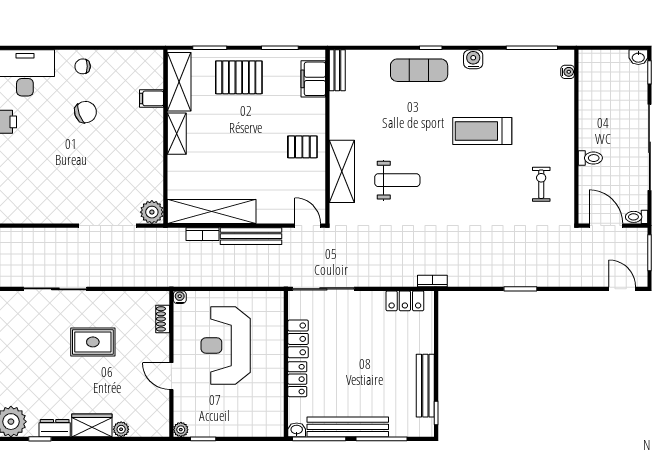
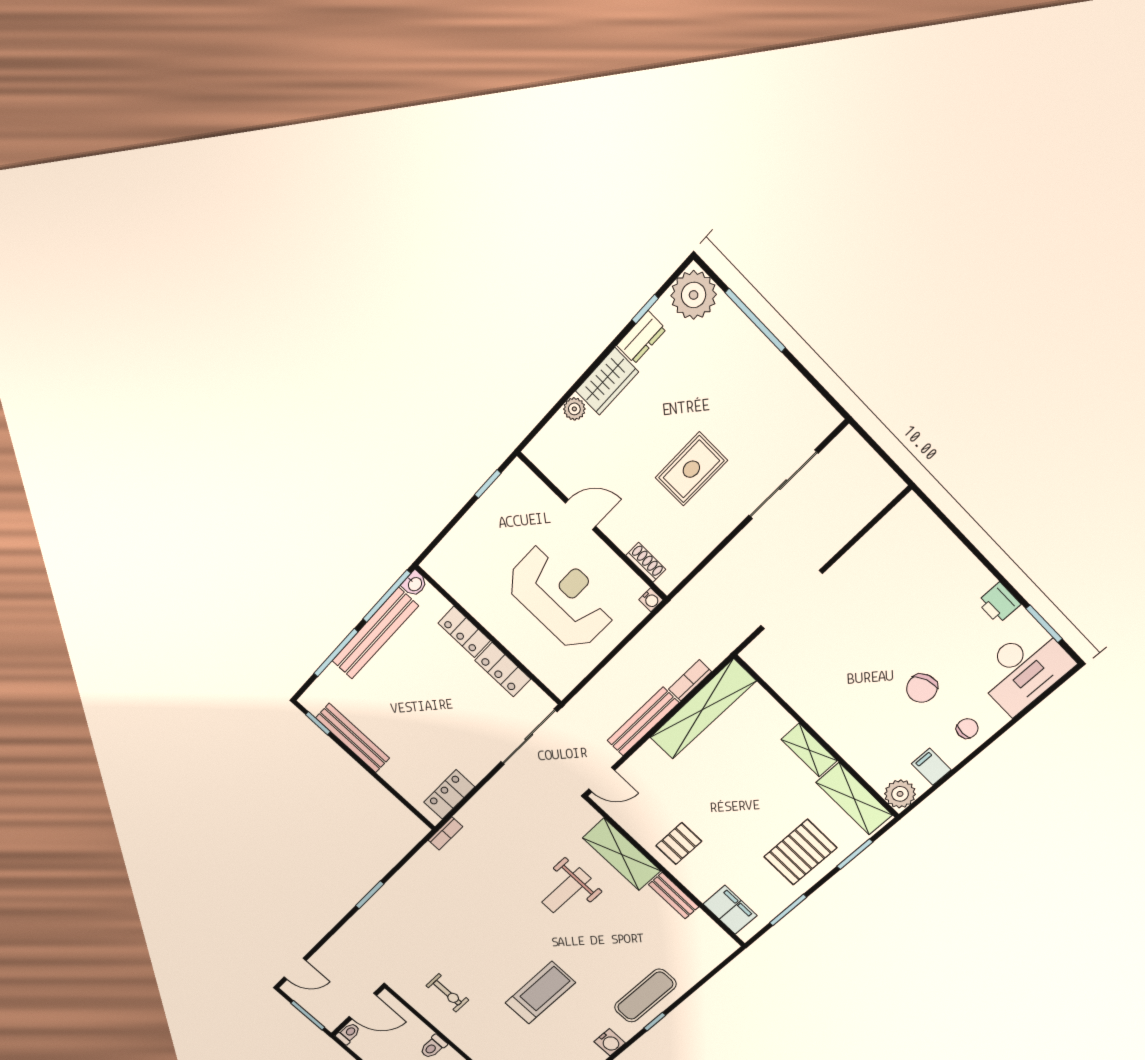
bench: (337, 70) -> (674, 896), moved
filing cabinet: (152, 98) -> (931, 767), moved, turned -90
plant: (152, 212) -> (900, 794), moved
plant: (181, 430) -> (518, 471), removed

